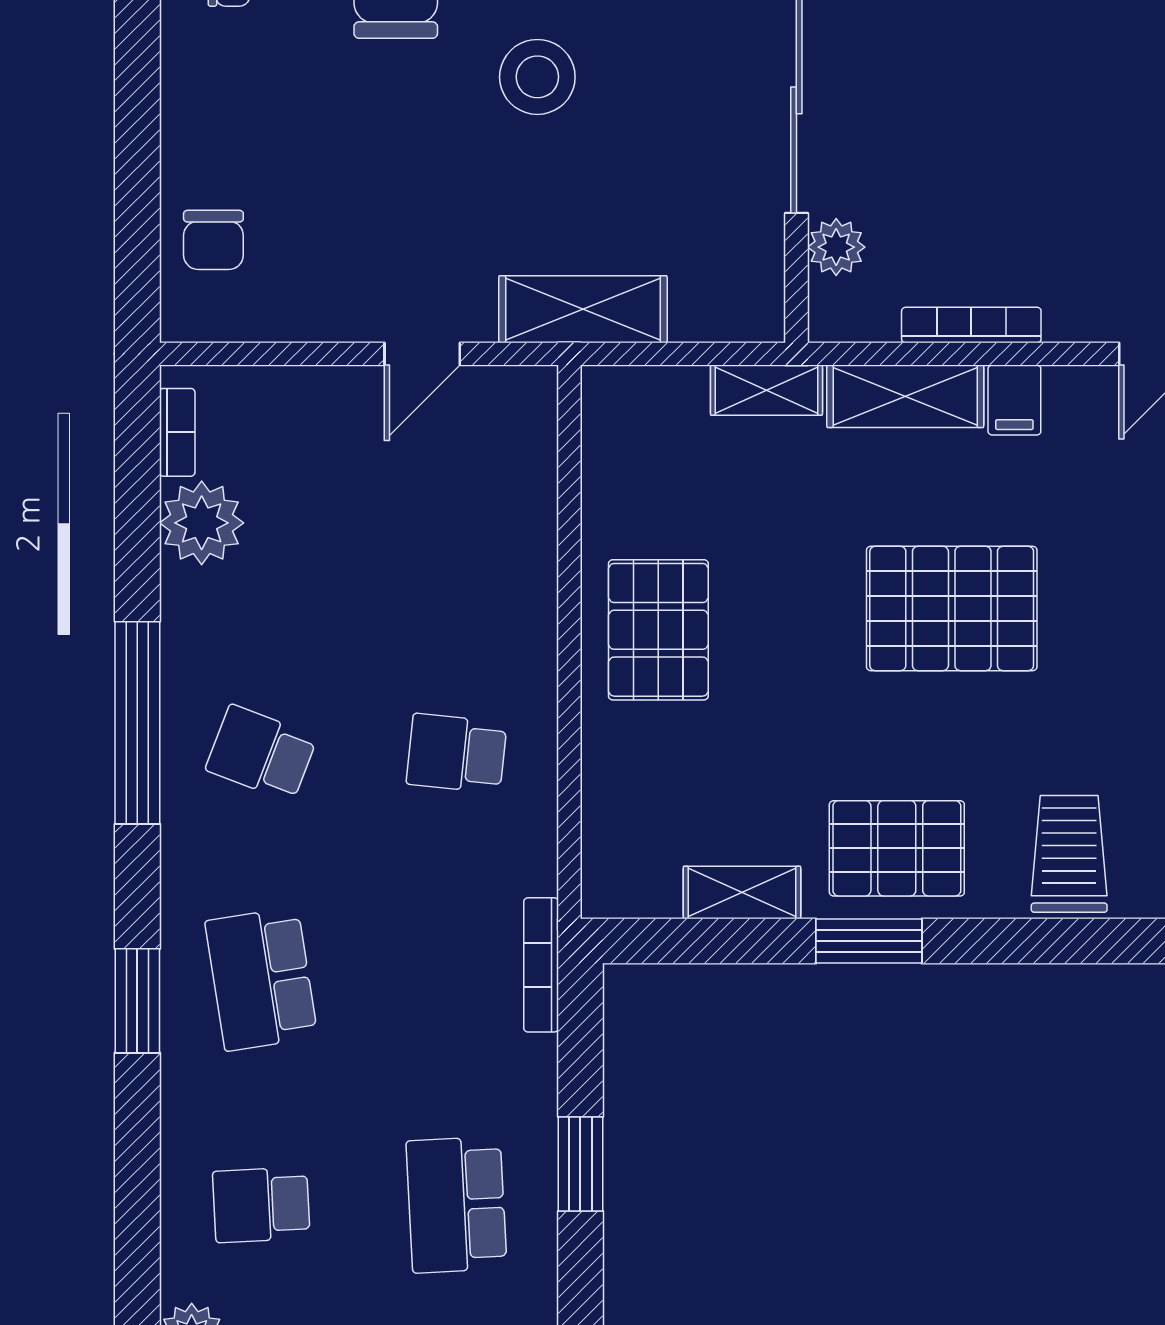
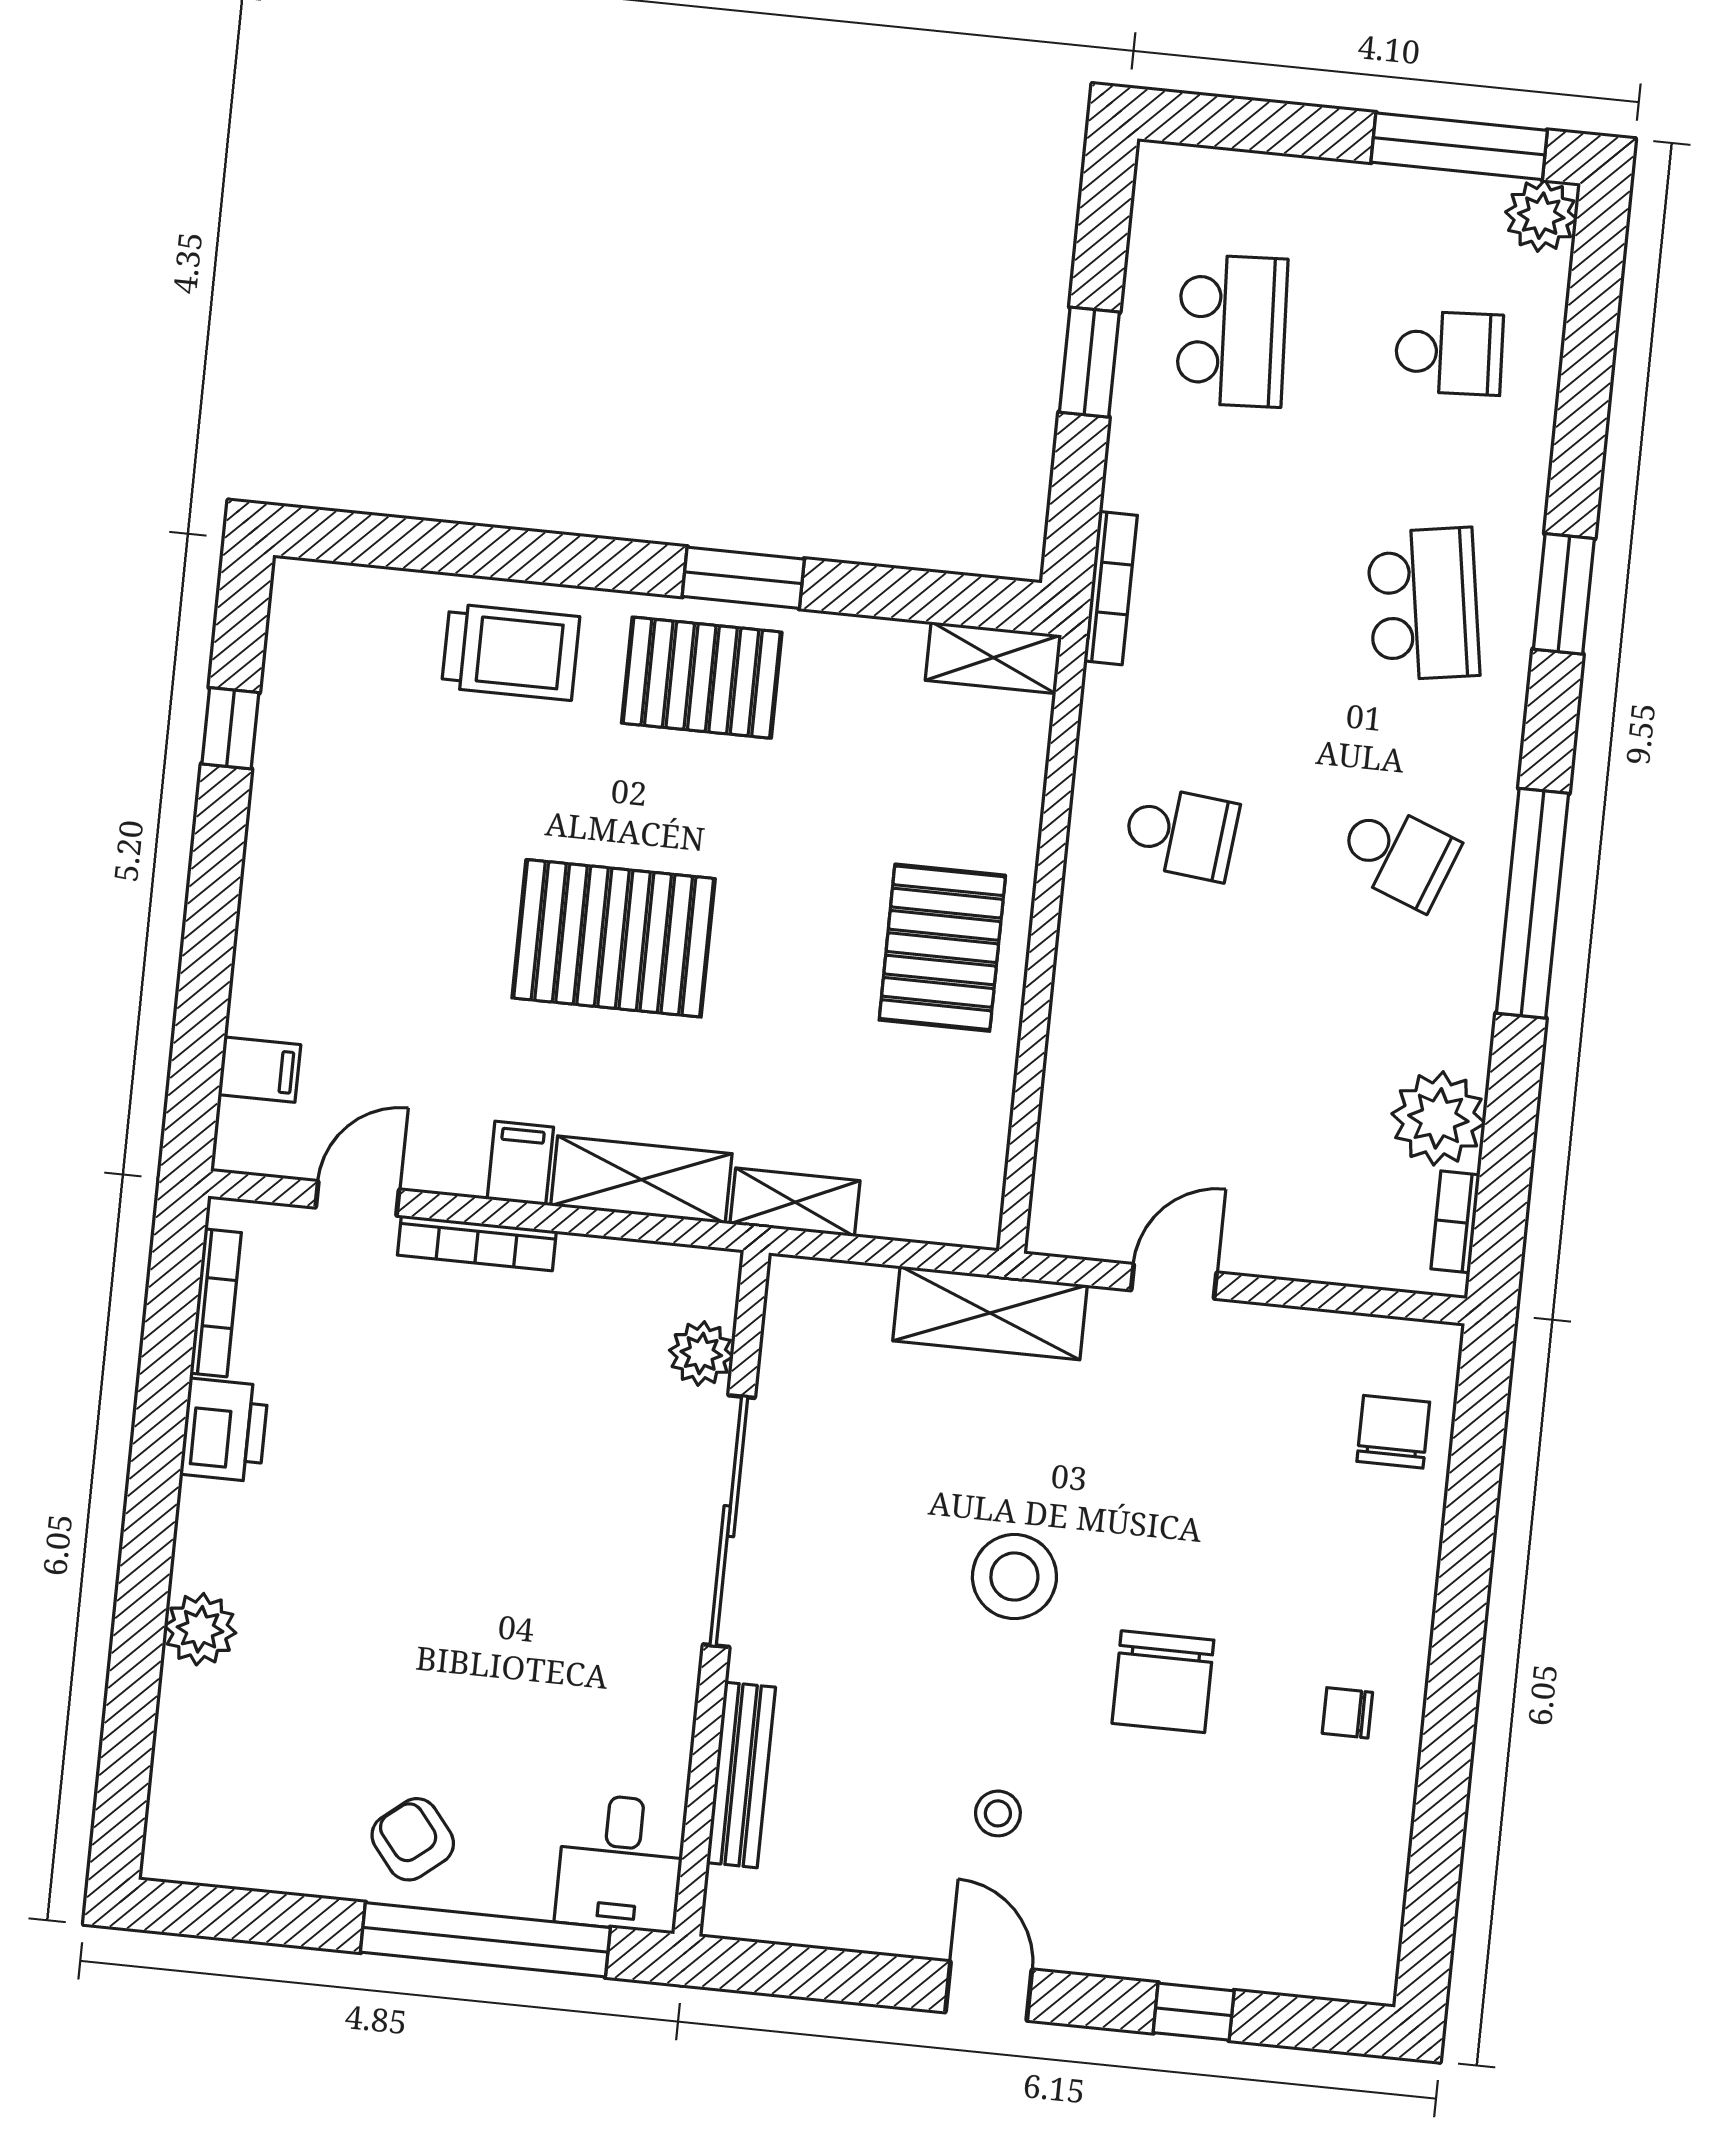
bookcase: (971, 325) -> (477, 1243), moved
trolley: (1069, 854) -> (511, 652), turned -90
shelving: (742, 892) -> (993, 658), moved

